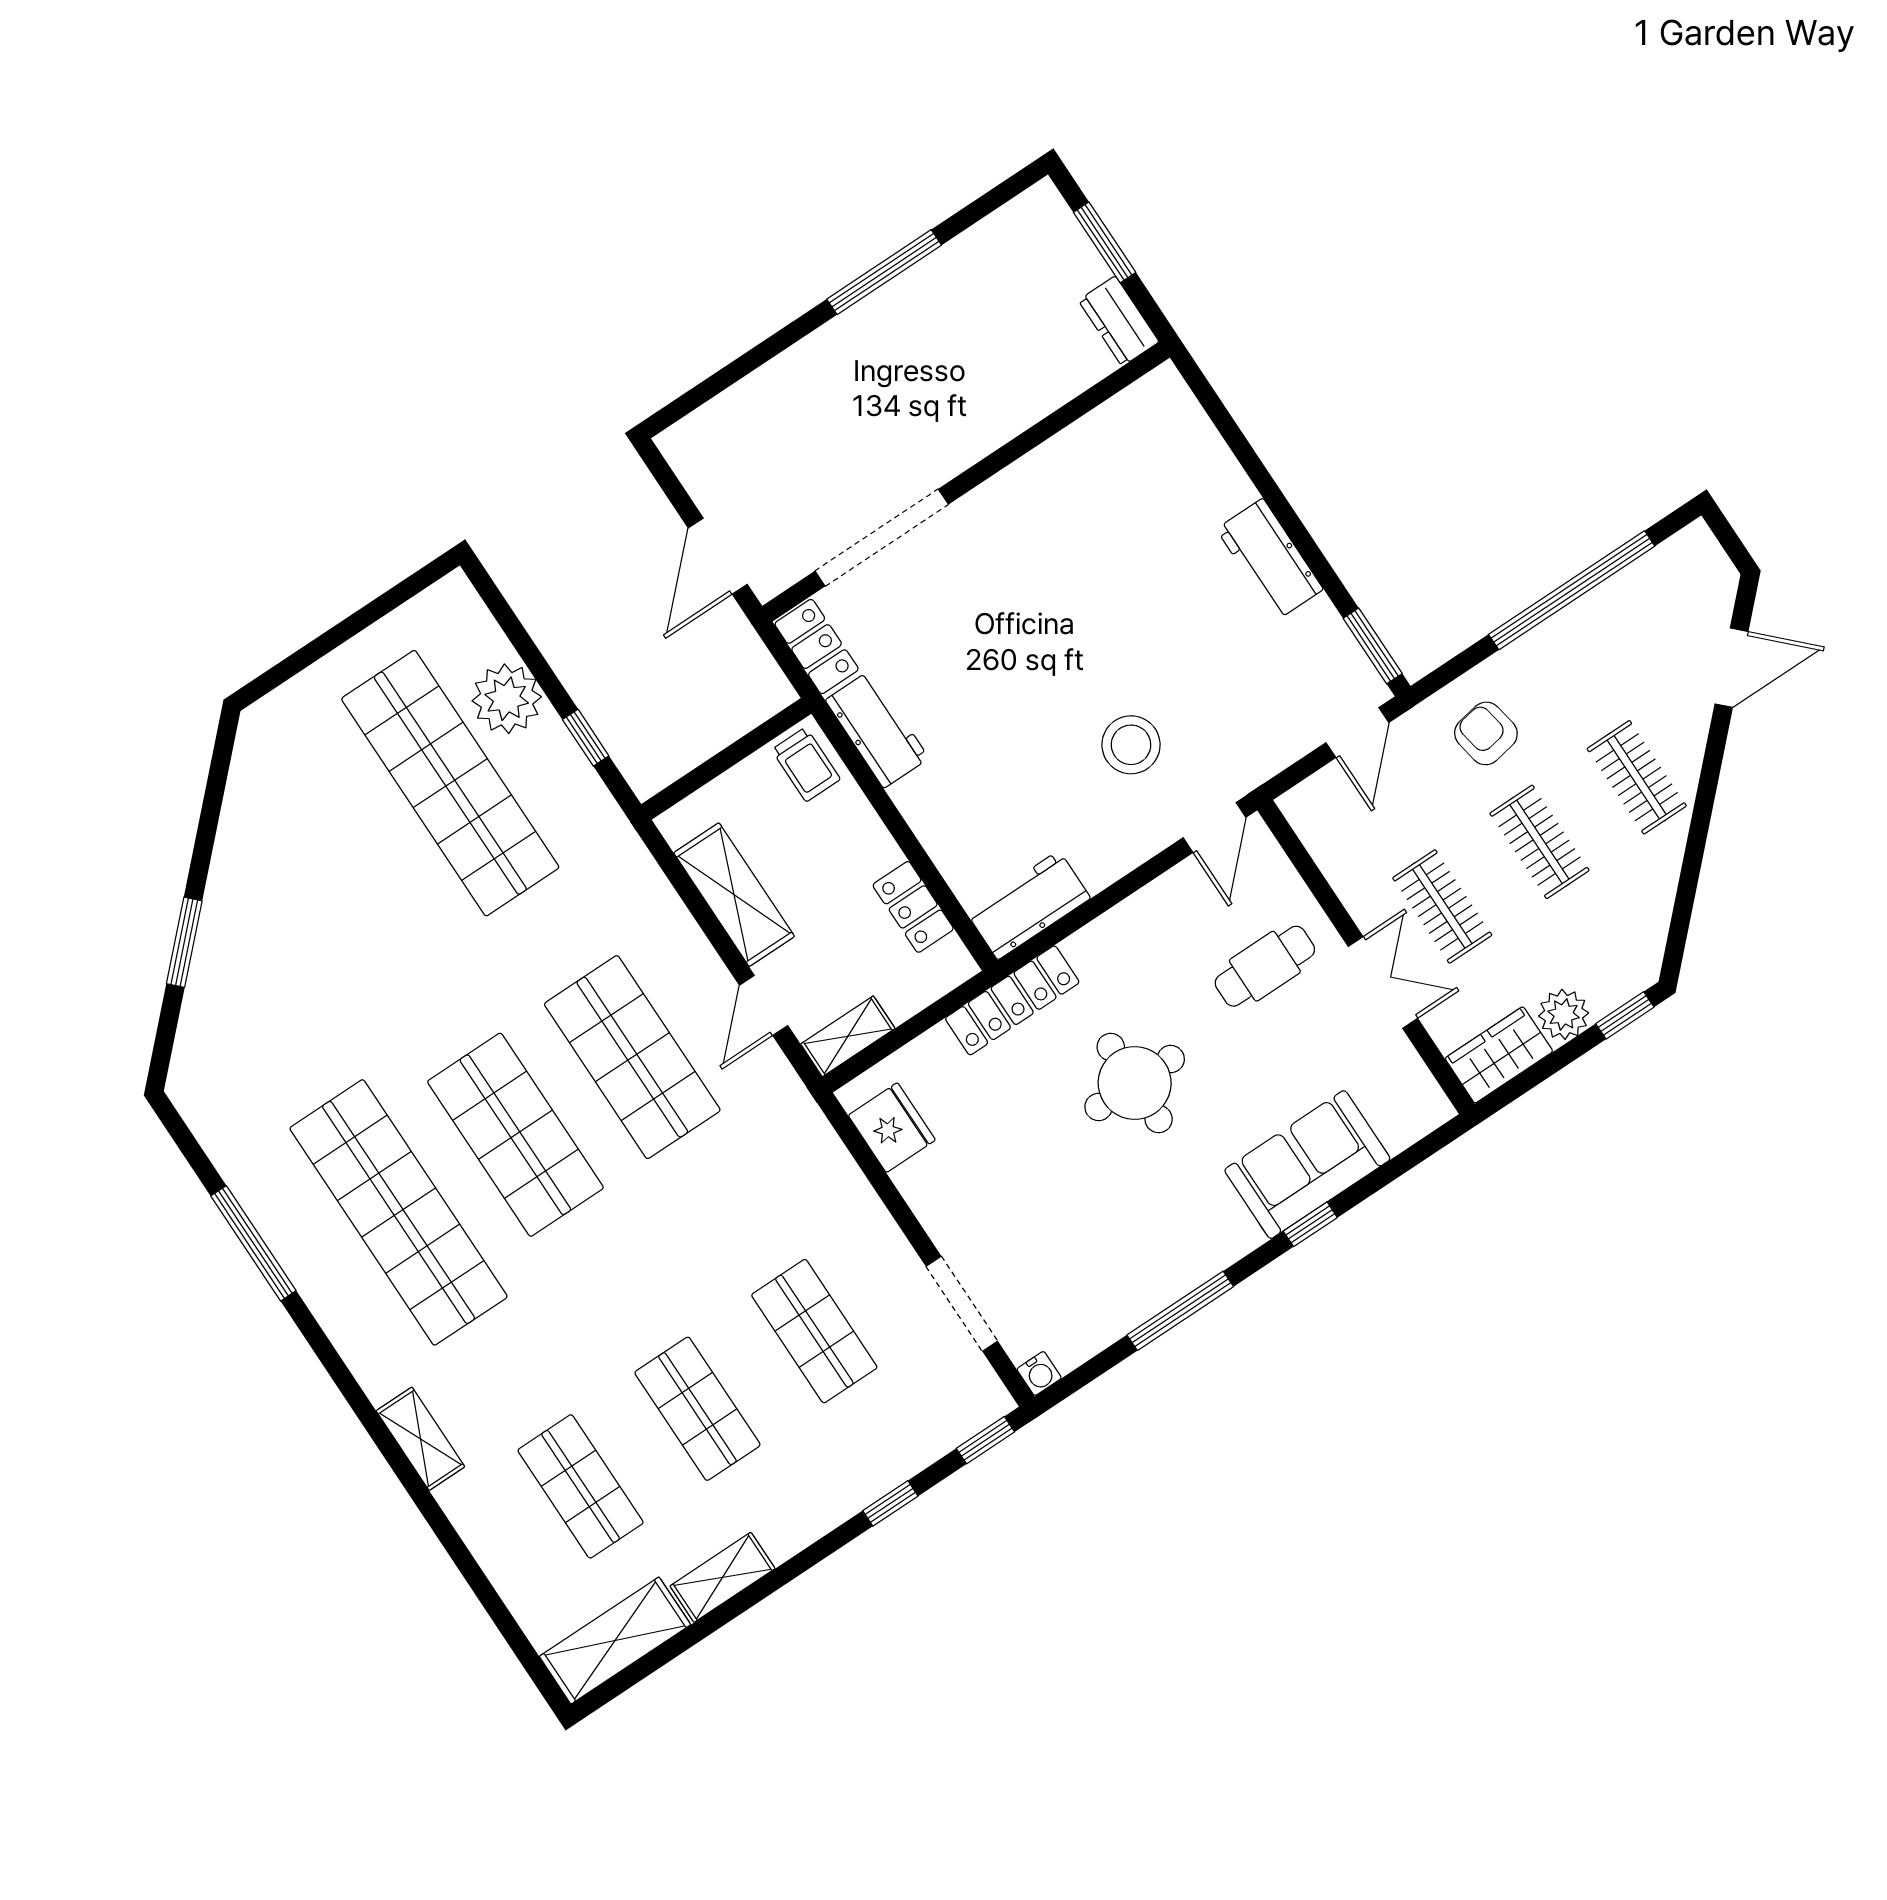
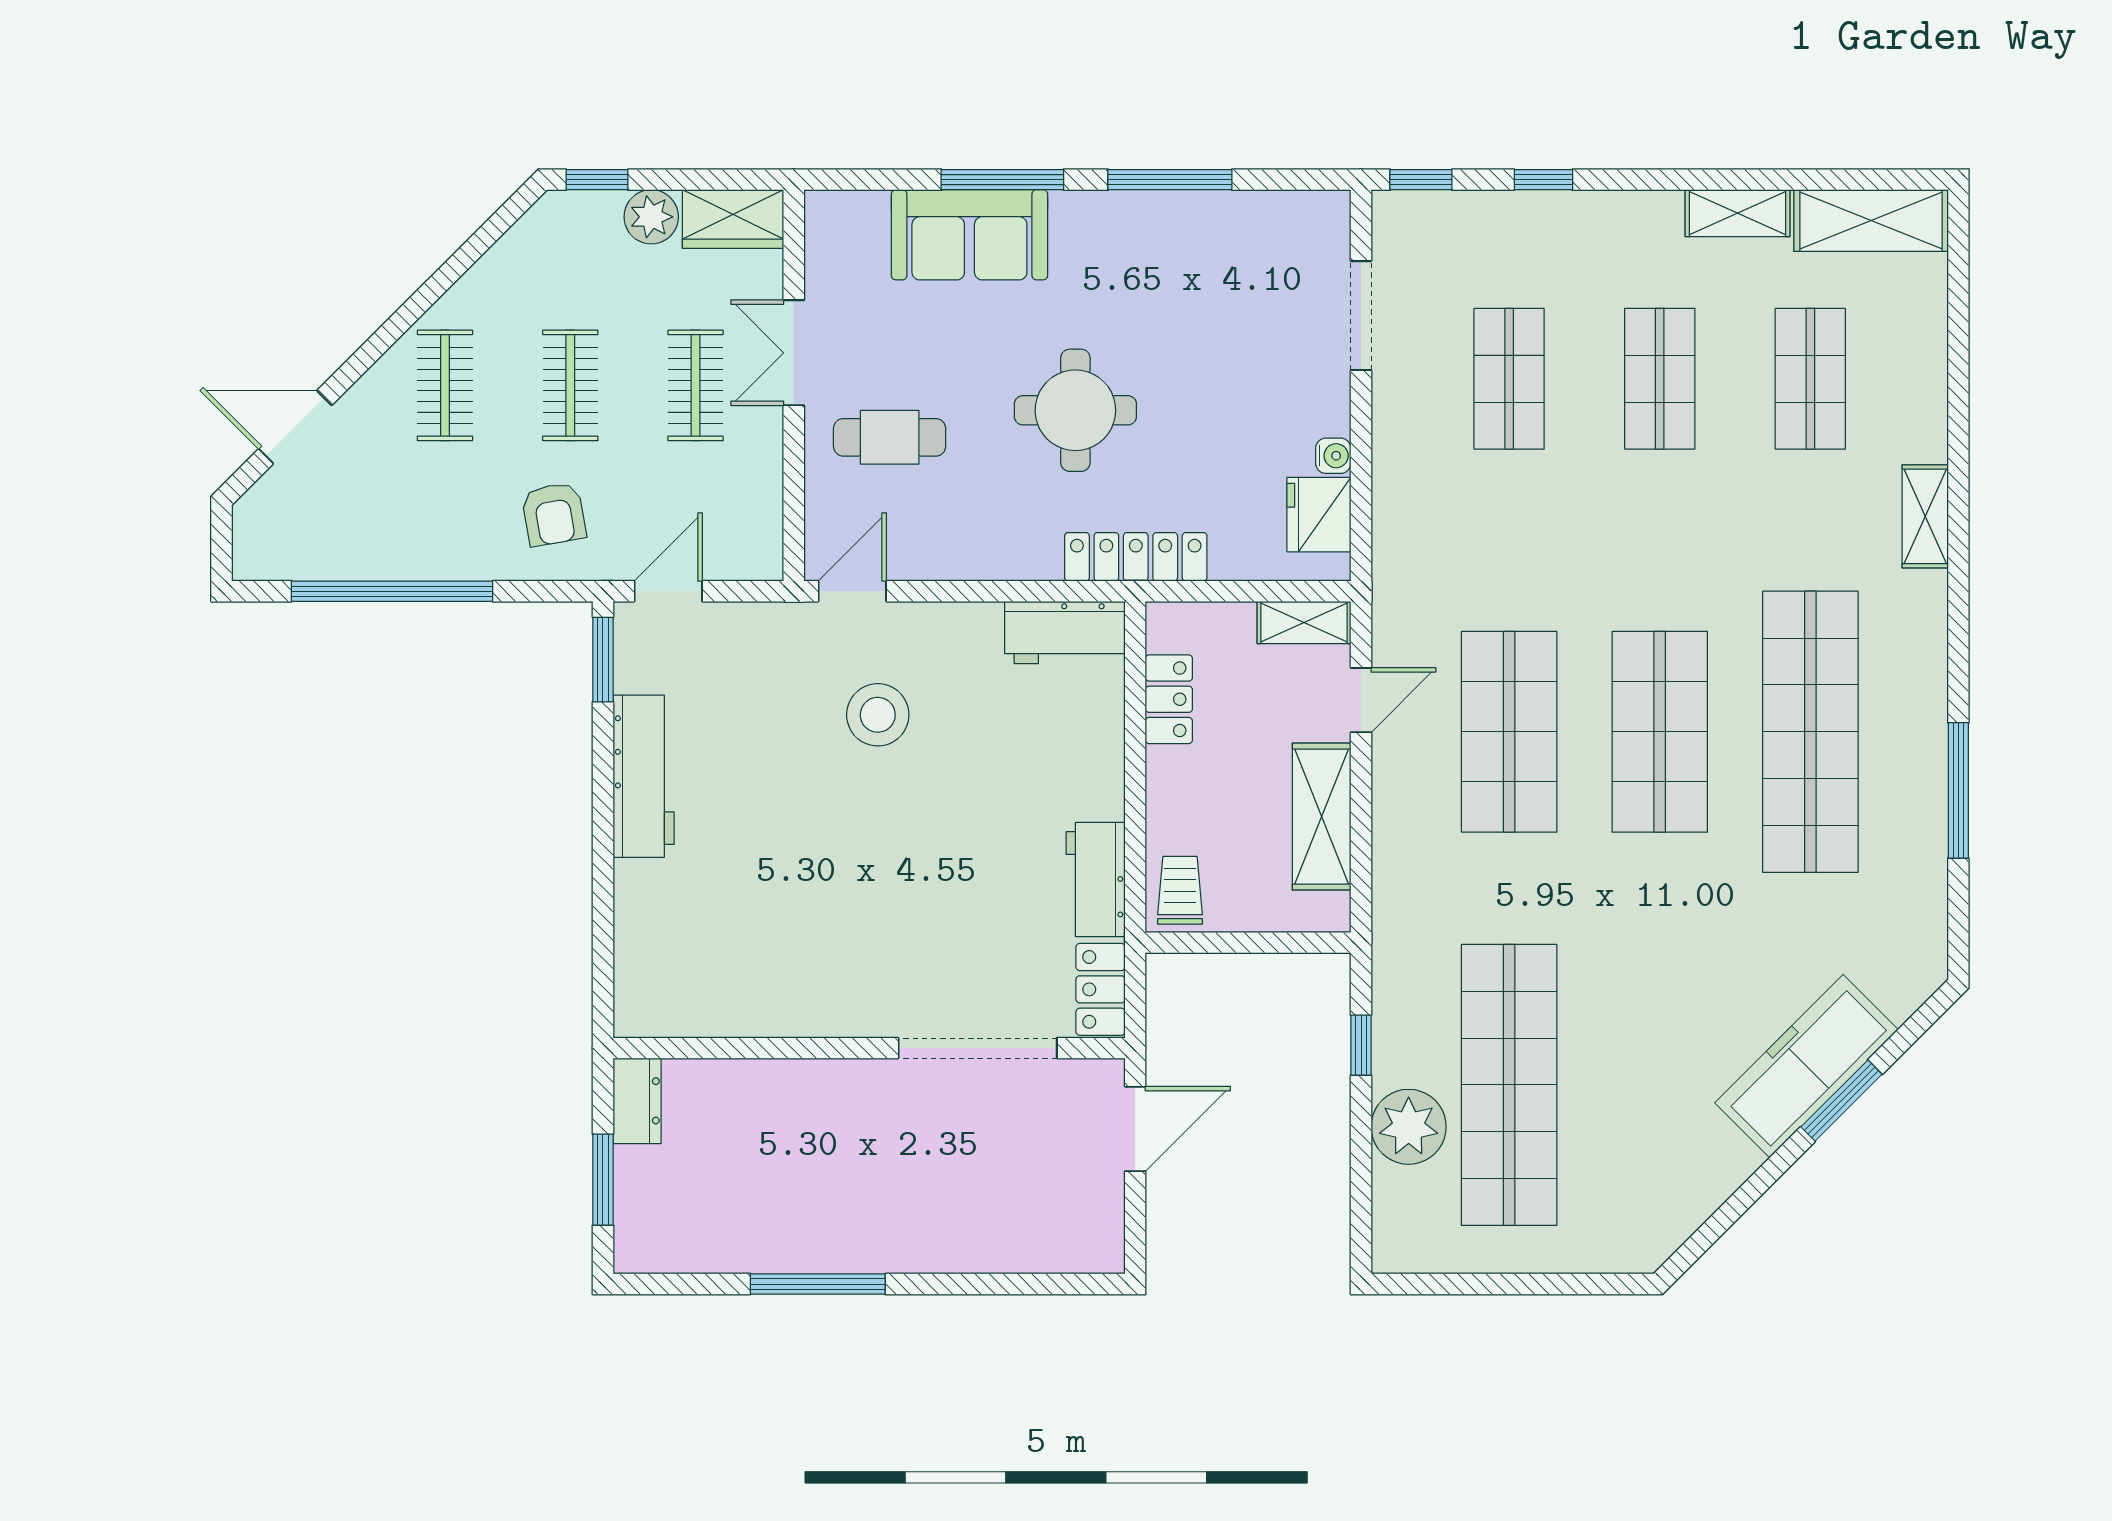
workbench: (1270, 559) -> (644, 776), width x1.38
freezer: (229, 951) -> (1806, 1066), added
window: (1310, 1224) -> (1002, 180), width x2.17
water cooler: (1039, 1373) -> (1333, 456), moved, turned 90

